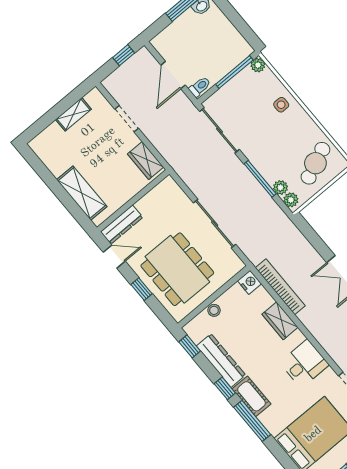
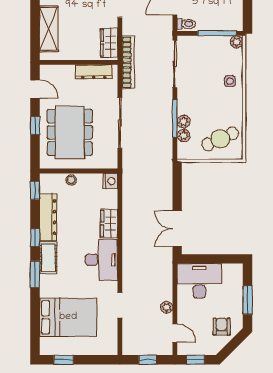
plant: (291, 200) -> (184, 122), moved
dresser: (122, 225) -> (94, 72), moved
bookcase: (280, 287) -> (128, 62), moved
desk: (304, 364) -> (101, 260), width x1.37
window: (252, 421) -> (35, 274), width x0.69

